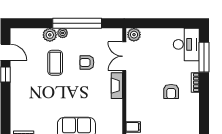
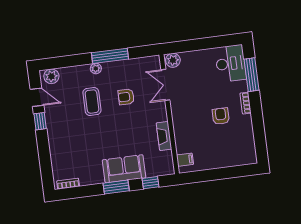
window: (77, 23) -> (110, 56), width x0.68
plant: (50, 35) -> (51, 76), moved
fireplace: (117, 86) -> (164, 136), moved
armchair: (171, 91) -> (221, 116), turned 180

